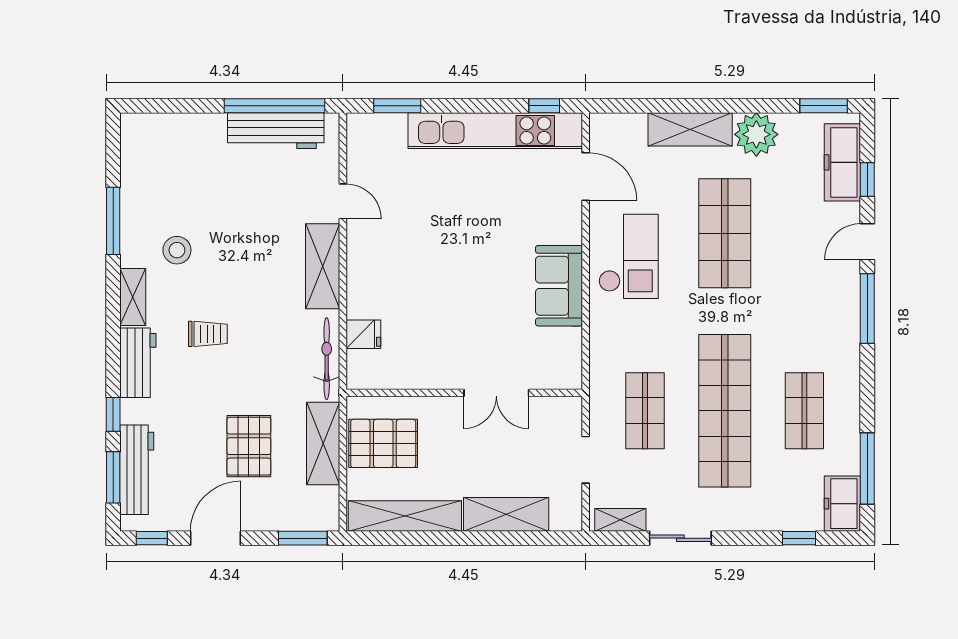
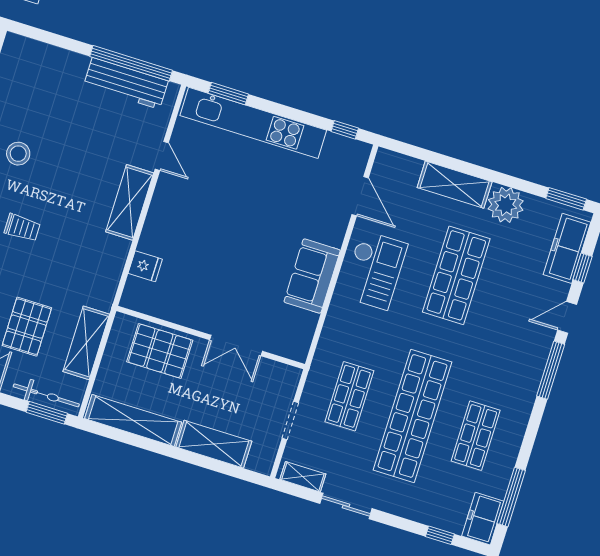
kitchen unit: (495, 131) -> (253, 123), moved
bicycle: (327, 359) -> (46, 395), moved, turned 90
pallet: (383, 443) -> (160, 351), moved

